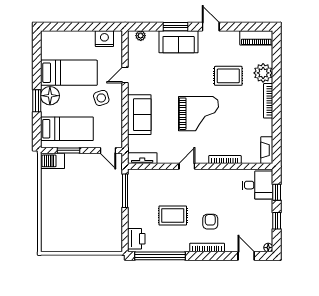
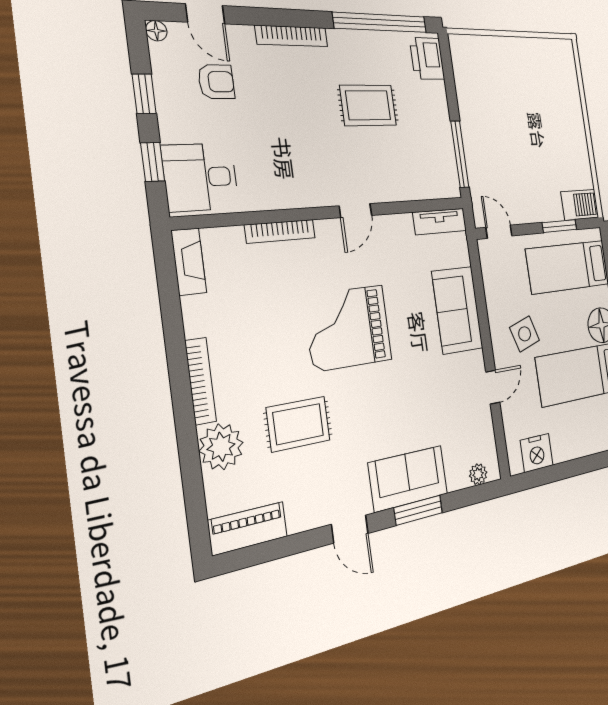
armchair: (210, 222) -> (216, 82), moved, turned -90

